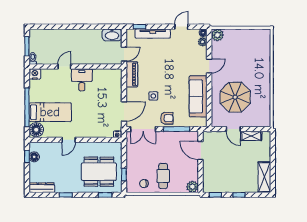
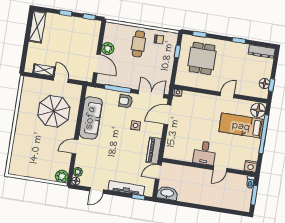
dining table: (99, 172) -> (202, 58), width x0.73
plant: (192, 187) -> (108, 49), moved

